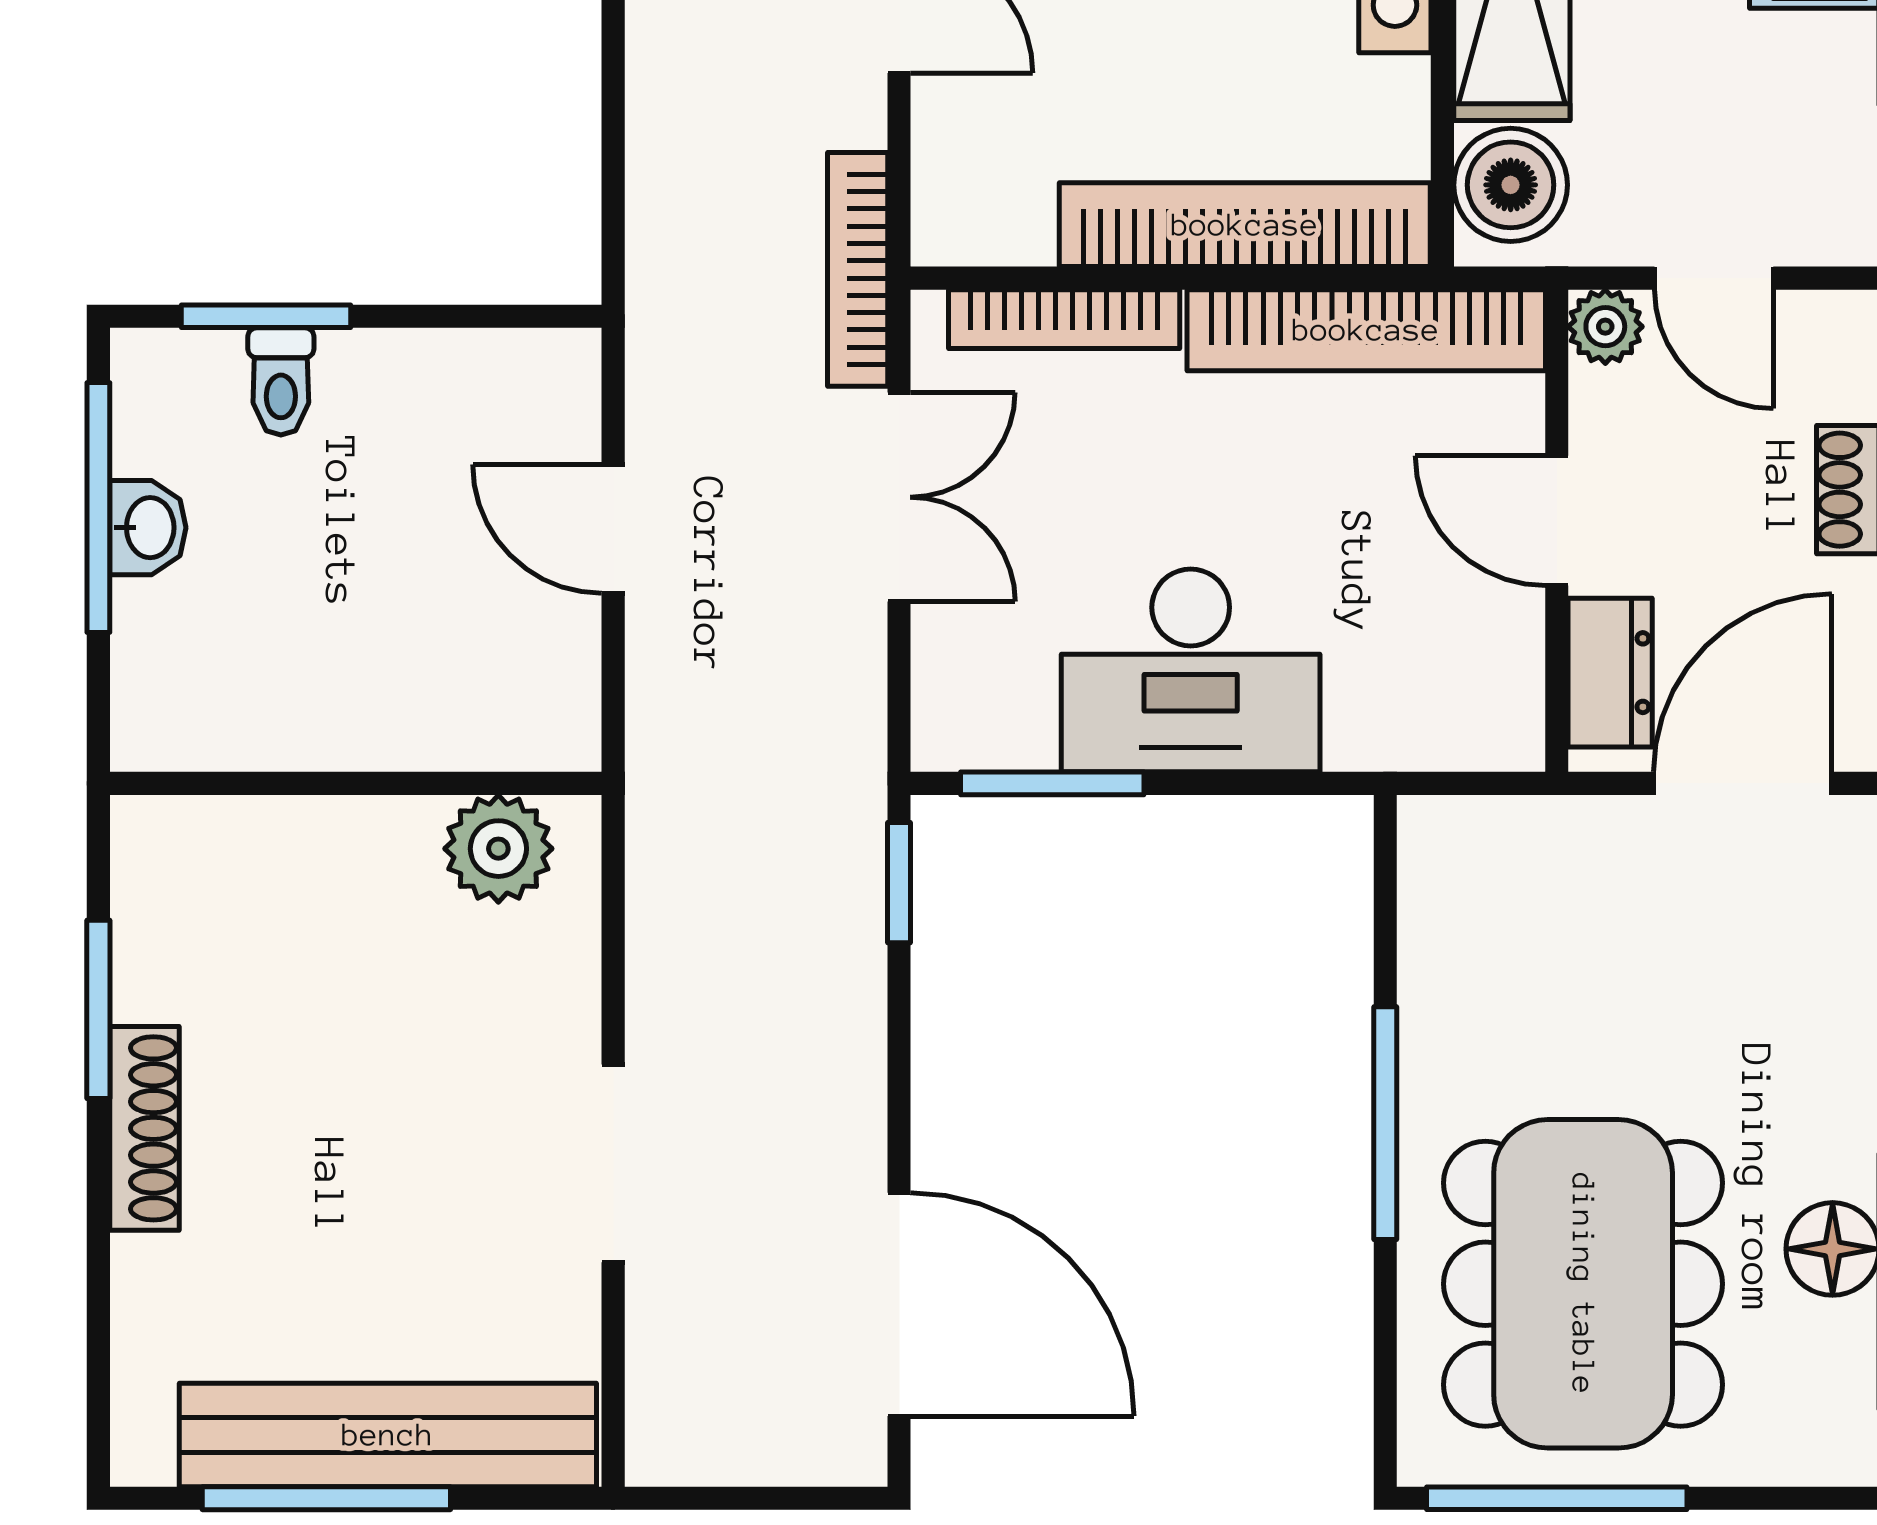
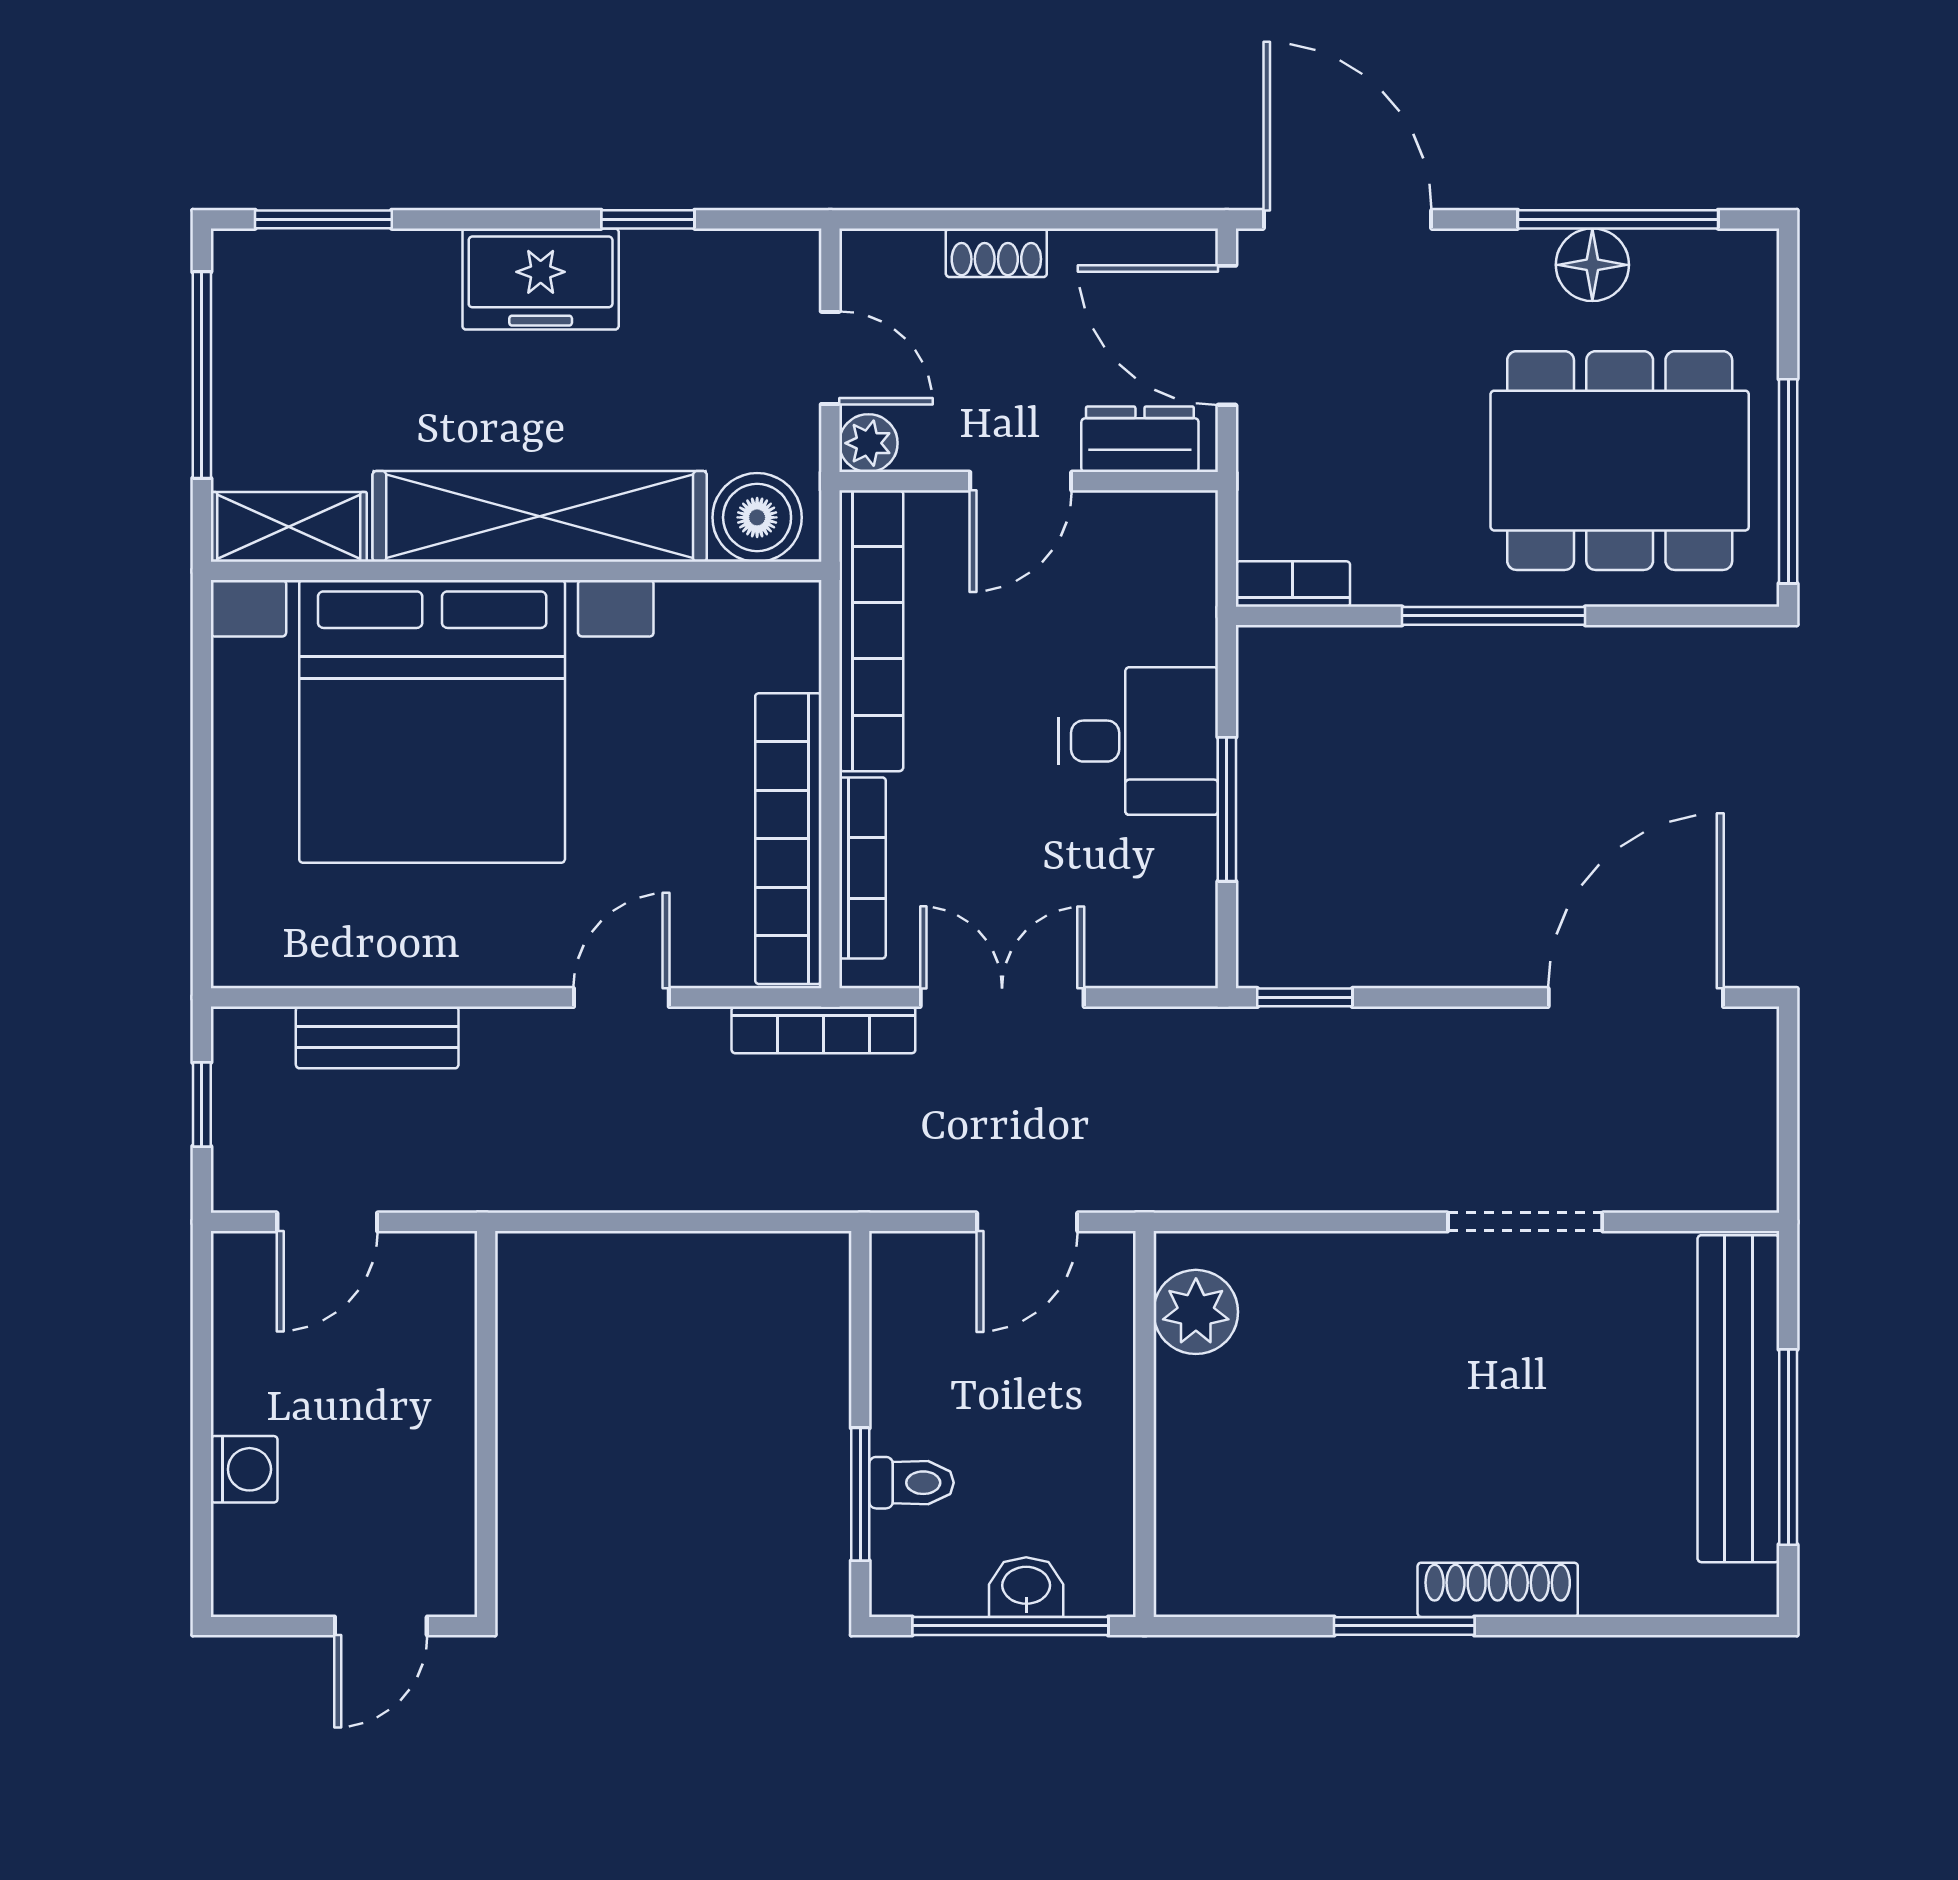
bookcase: (1245, 225) -> (788, 839), moved
door: (1714, 278) -> (830, 358), hinge flipped
desk: (1191, 670) -> (1138, 741), width x0.73
wall: (356, 783) -> (1145, 1424), moved
window: (1052, 783) -> (1227, 809), moved
plant: (498, 849) -> (1196, 1312), moved
bookcase: (1426, 868) -> (1293, 584), added

